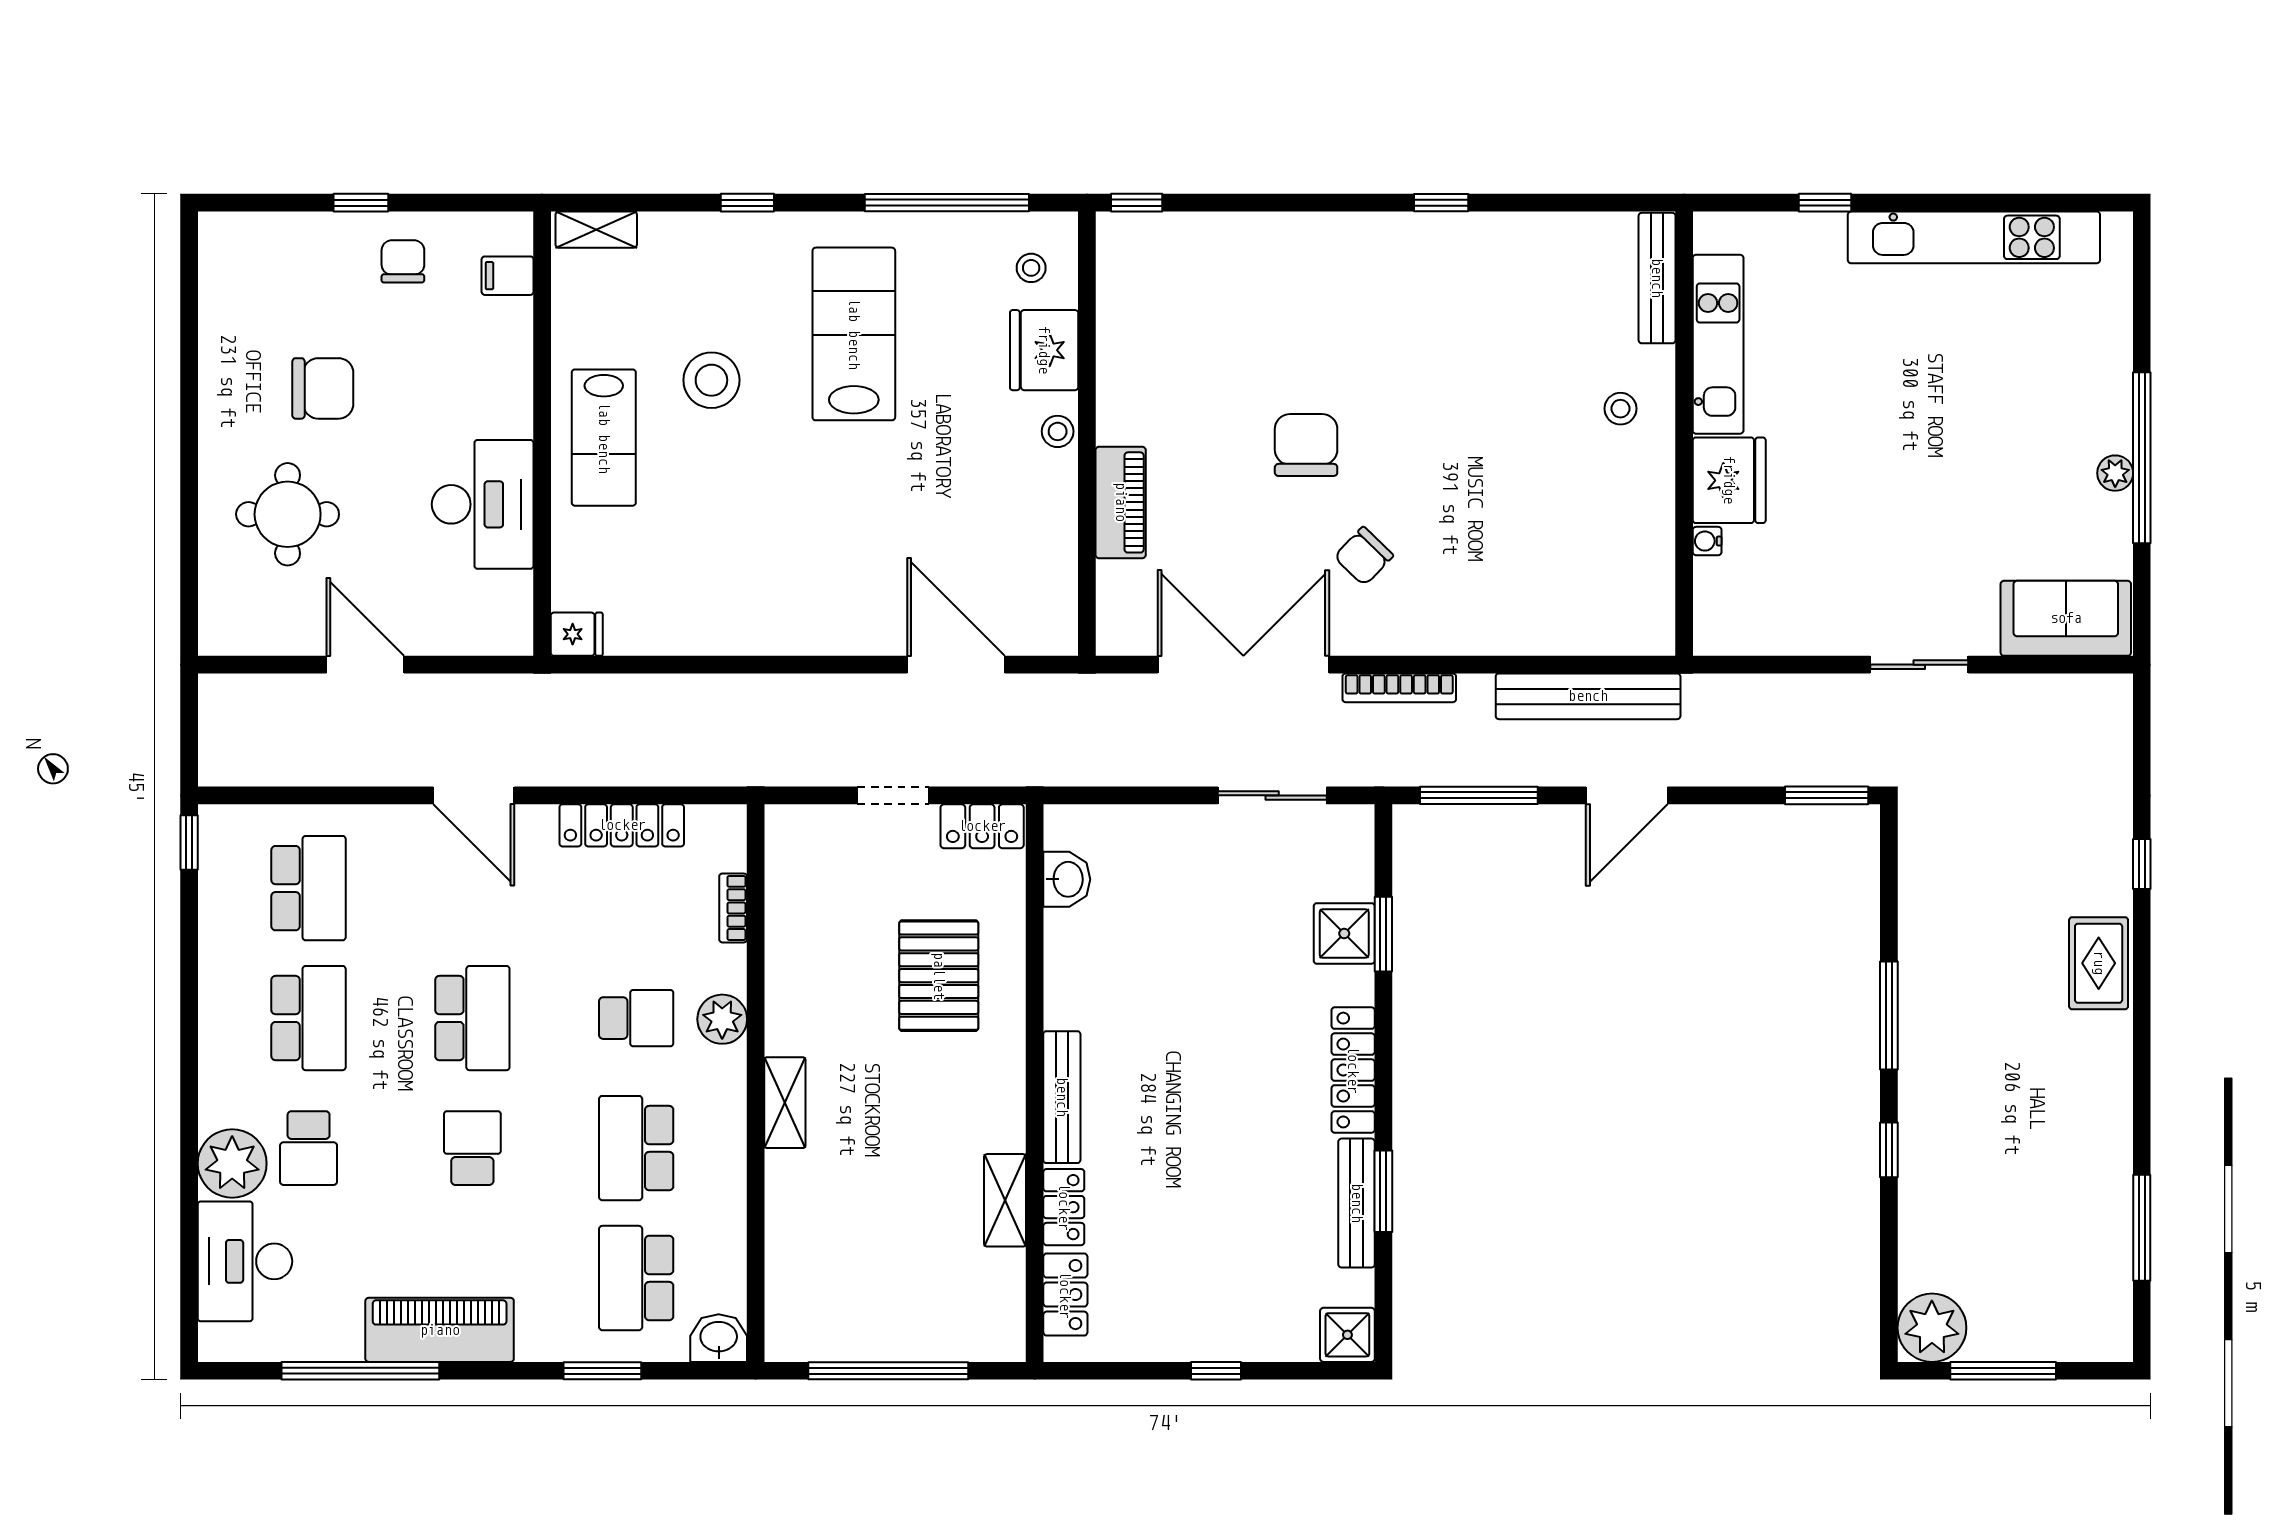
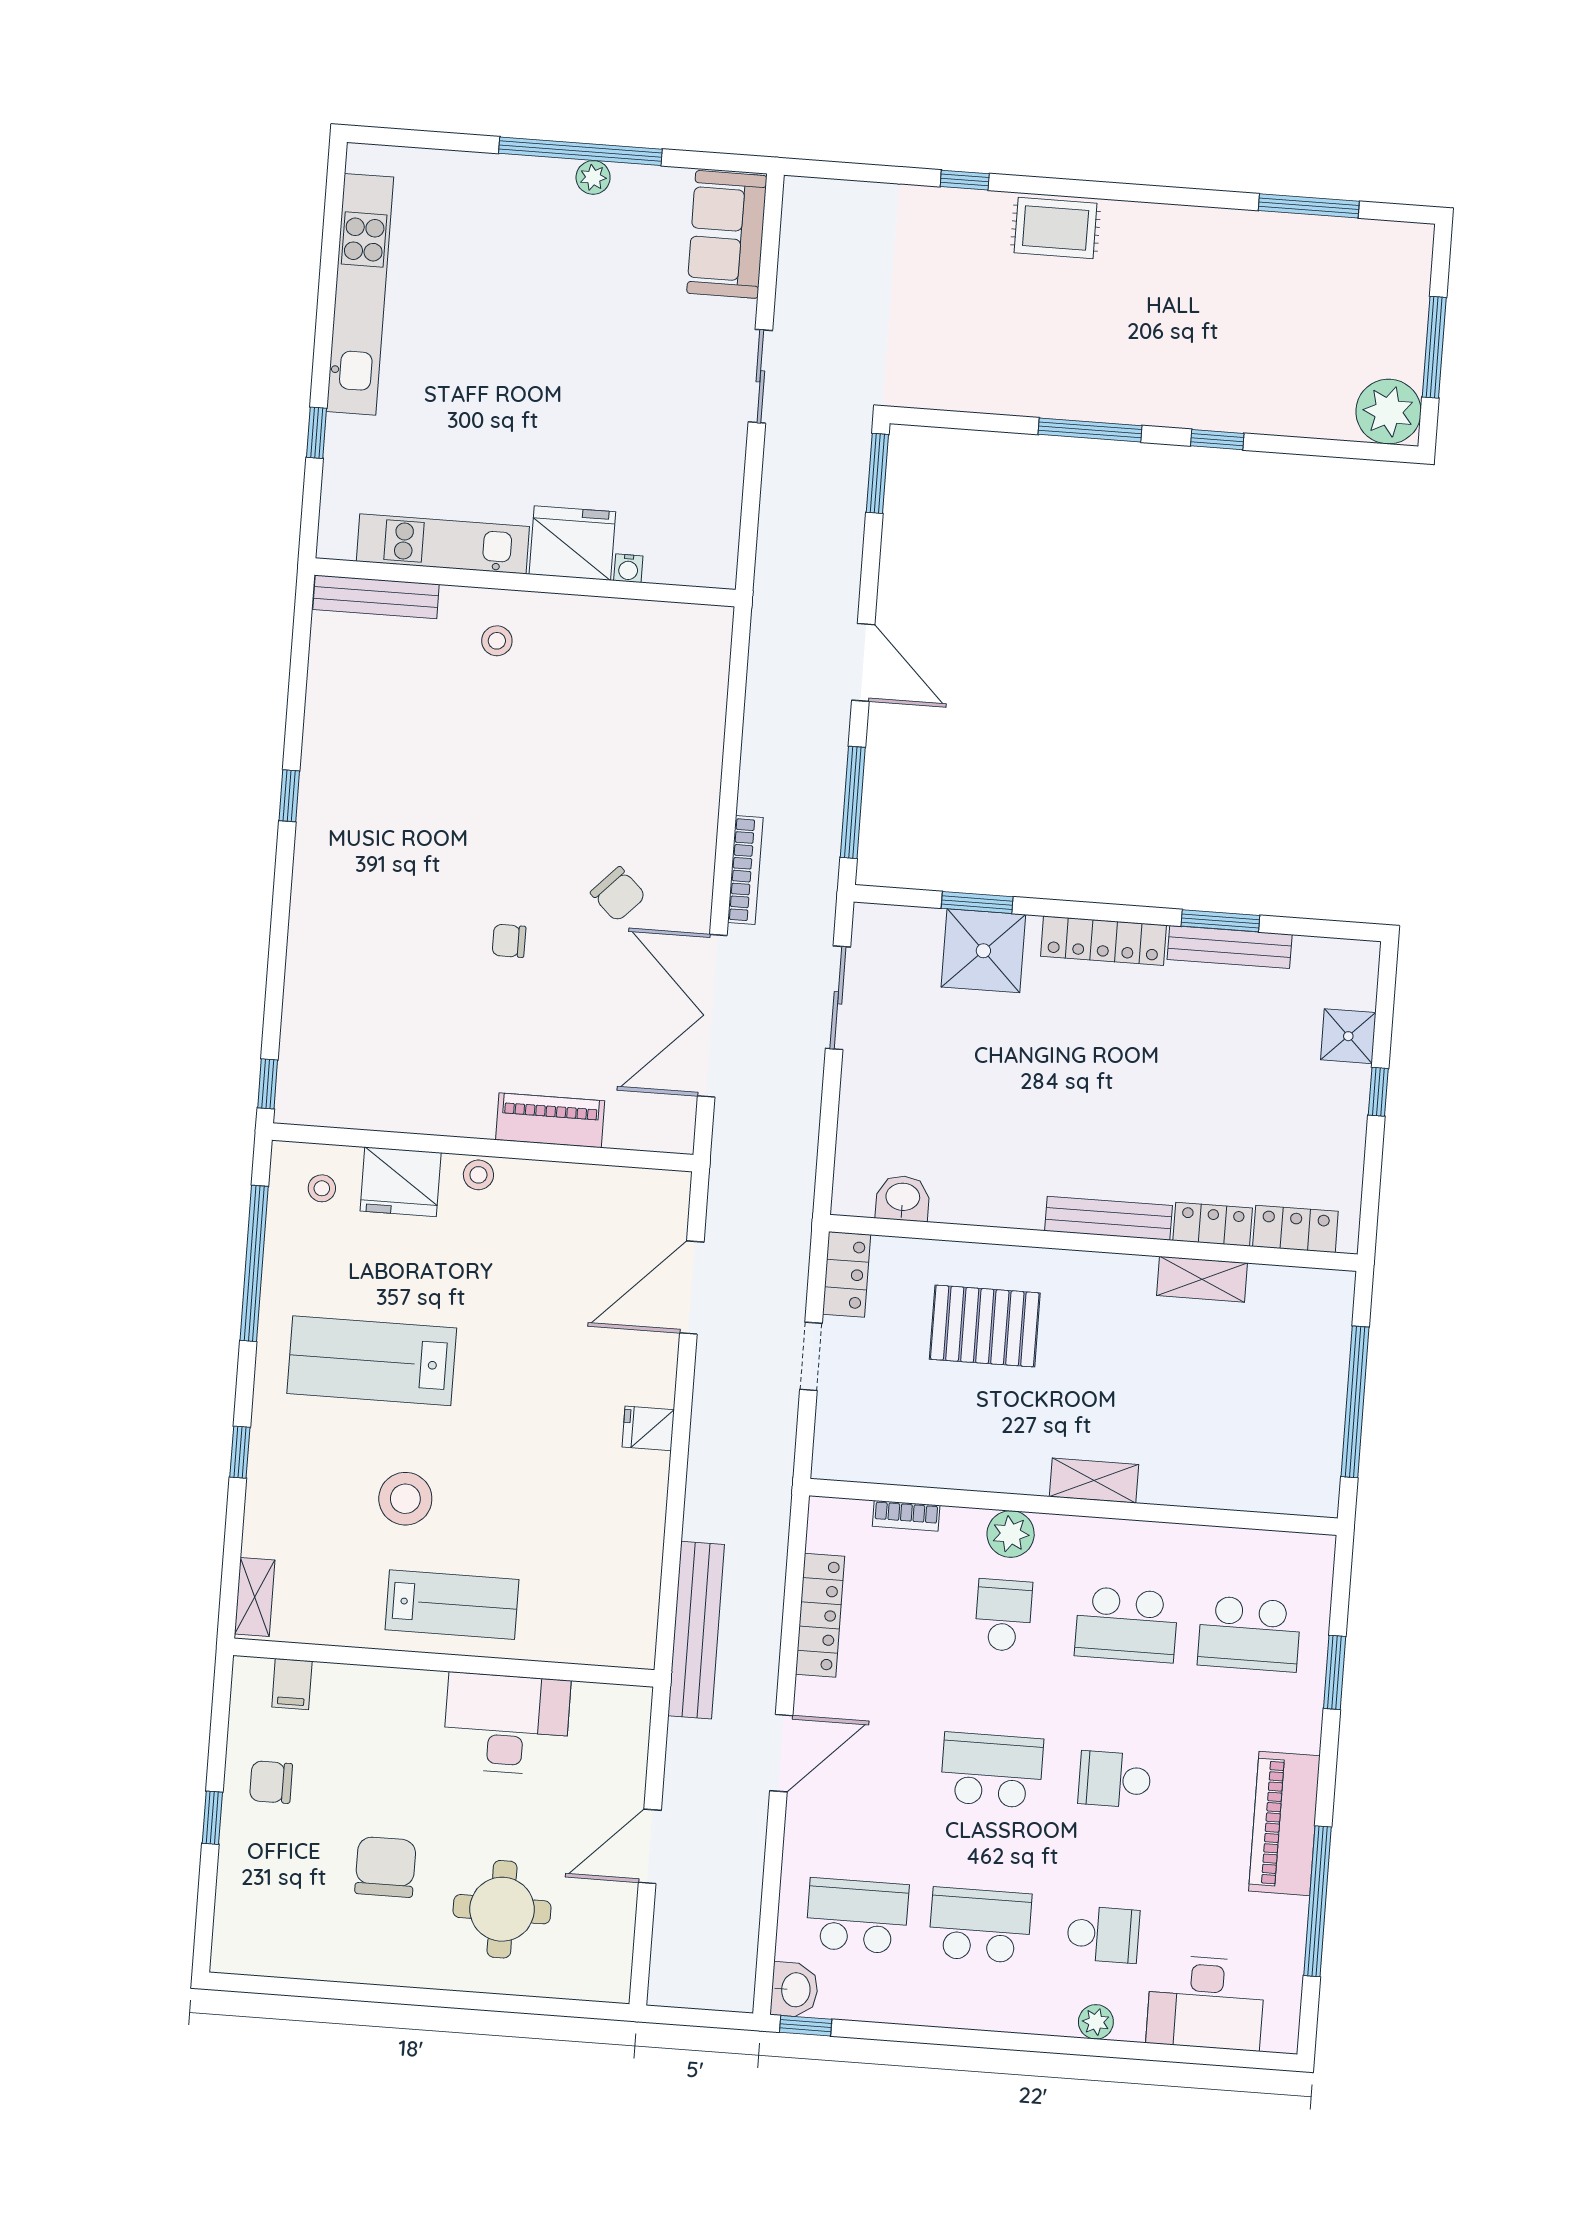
chair: (1306, 445) -> (509, 941), width x0.54, depth x0.54
fridge: (577, 634) -> (648, 1428), moved, turned -90
bench: (1588, 696) -> (696, 1630), moved
shower: (1344, 933) -> (983, 951), width x1.36, depth x1.36
plant: (232, 1163) -> (1096, 2022), width x0.53, depth x0.53
shower: (1347, 1335) -> (1348, 1036), moved
washbasin: (719, 1338) -> (795, 1990), moved, turned 180

